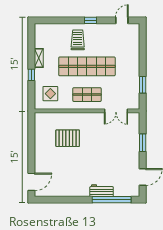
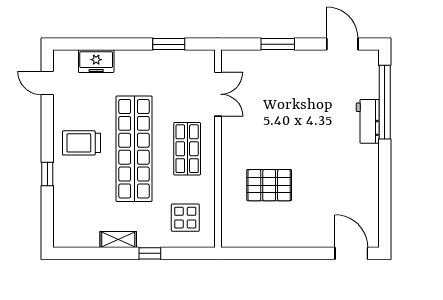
window: (91, 20) -> (47, 174), moved
trolley: (78, 40) -> (81, 143), moved
freezer: (134, 46) -> (96, 61), added
pallet: (68, 138) -> (269, 185), turned 90

